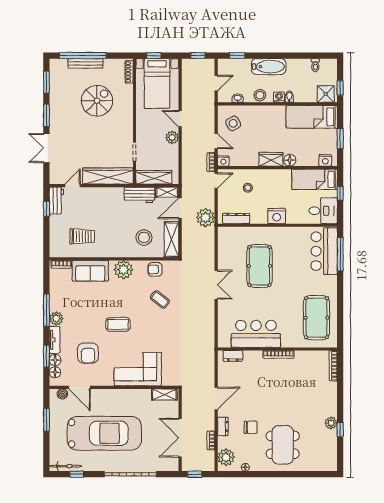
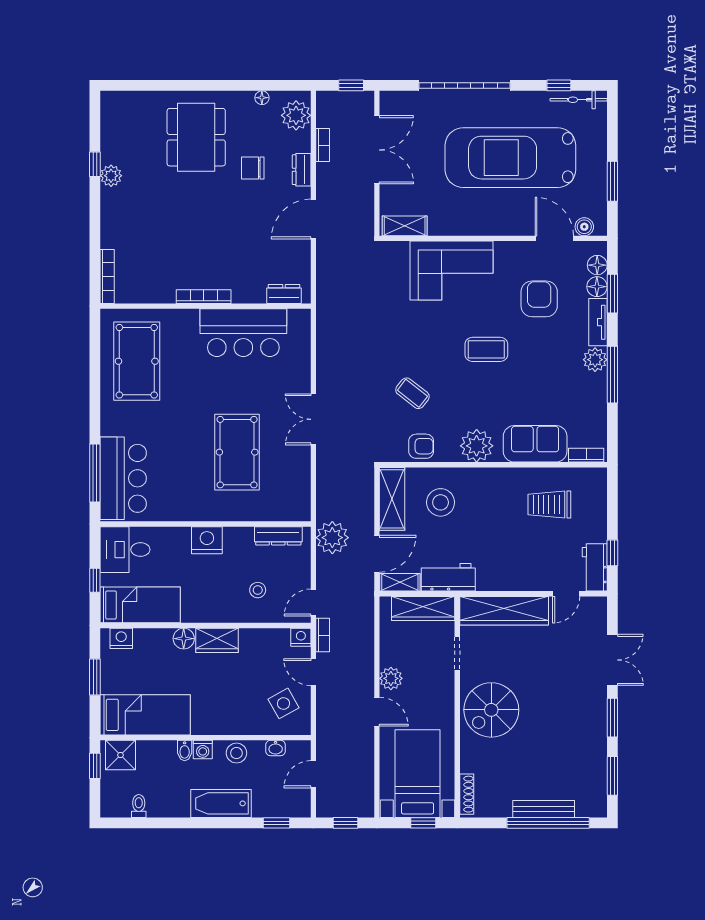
spiral stairs: (97, 101) -> (491, 710), moved

